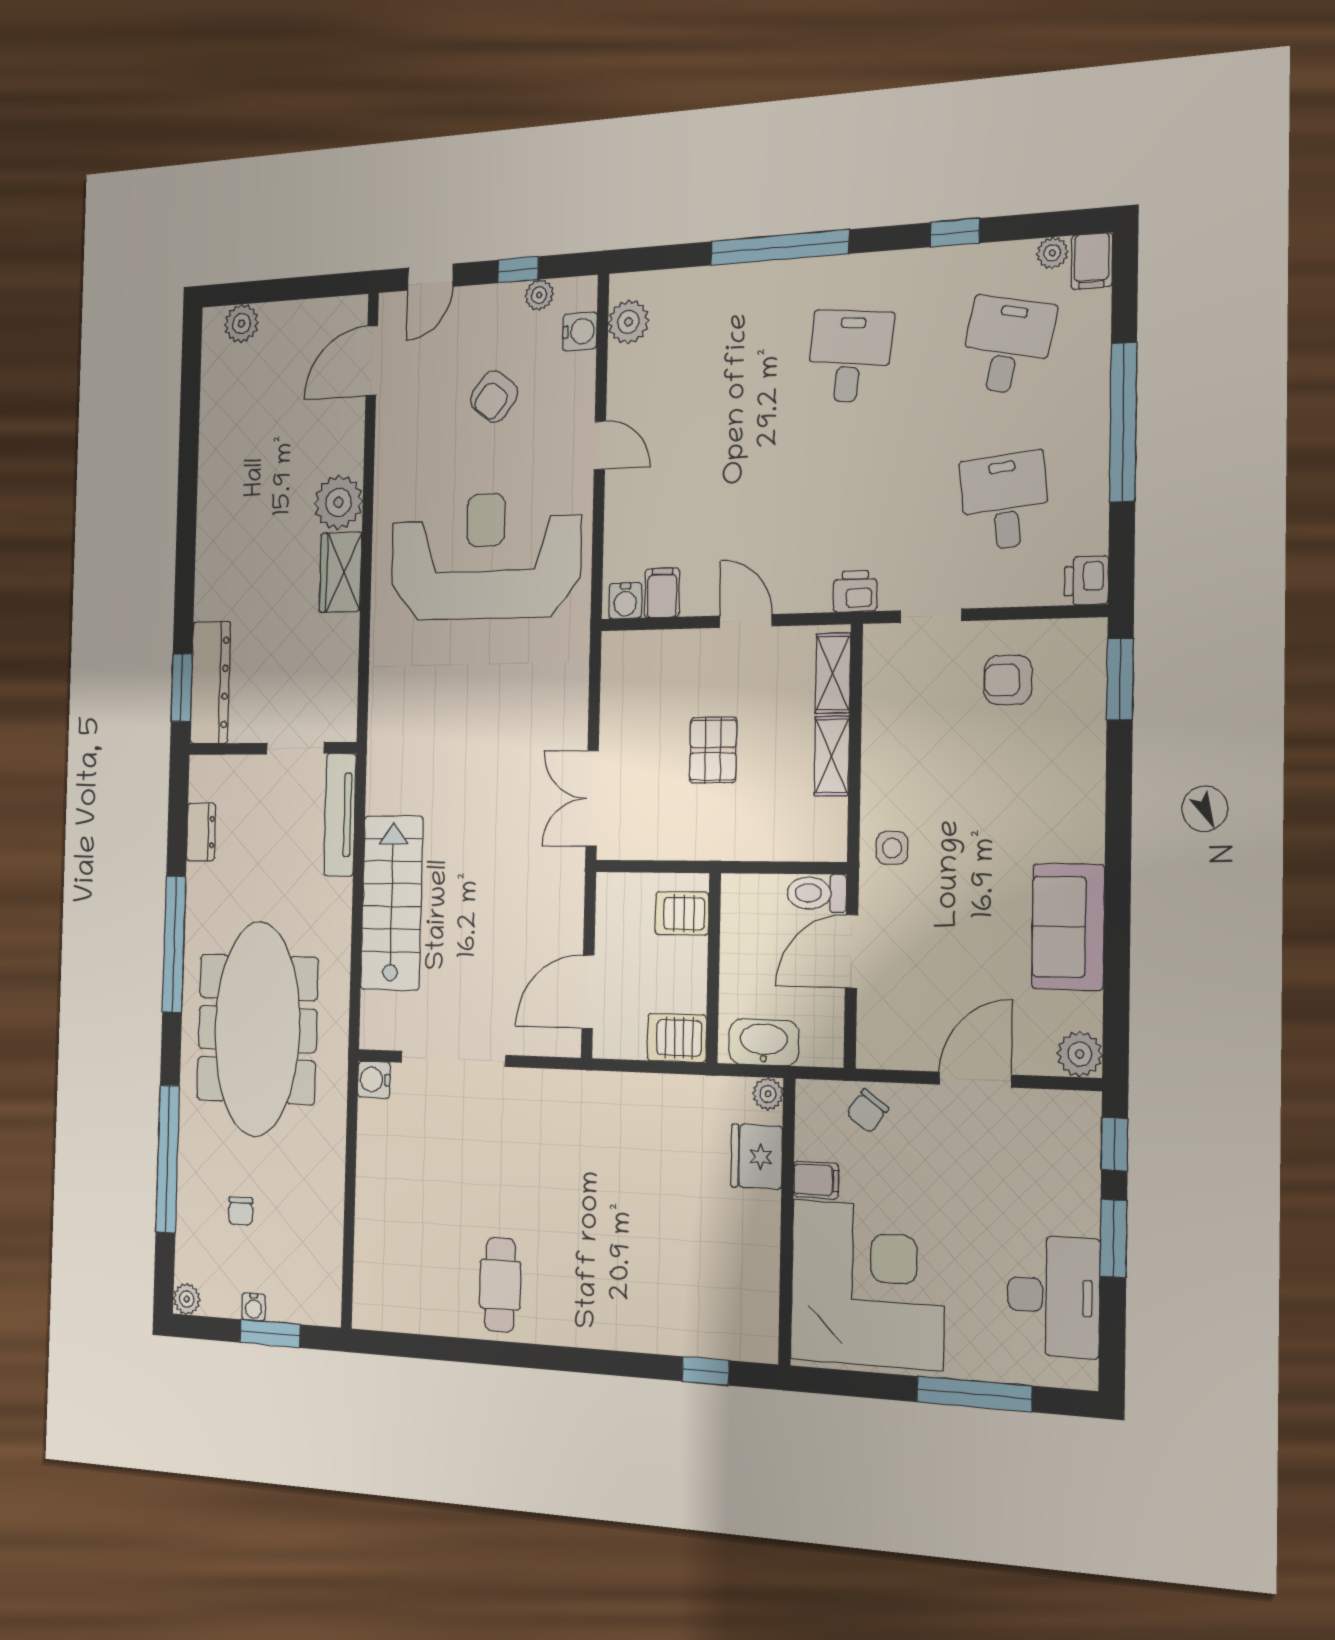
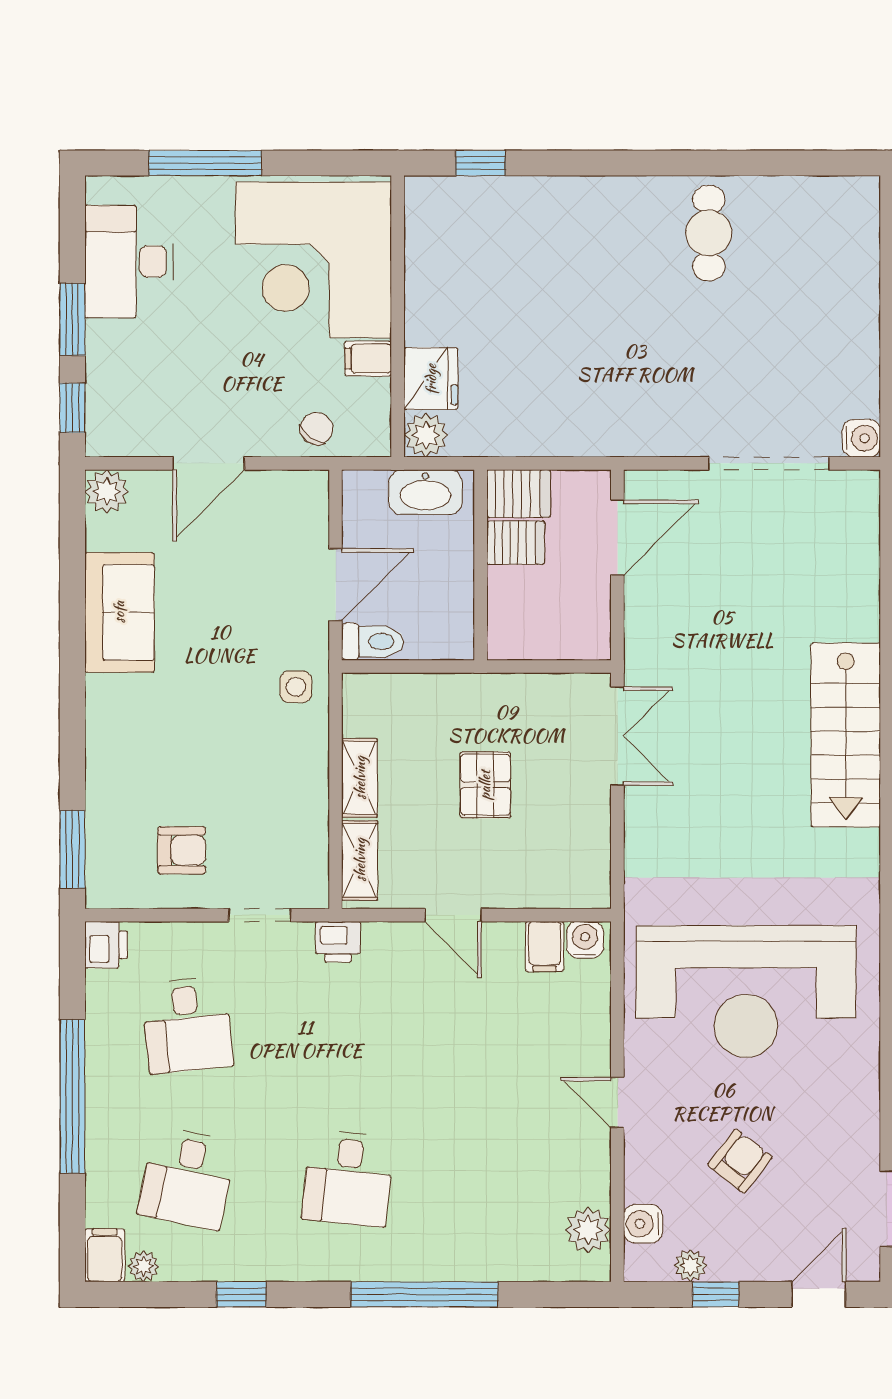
stairs: (392, 903) -> (846, 735), moved
server rack: (682, 913) -> (516, 543), moved
plant: (768, 1094) -> (426, 435), width x1.38, depth x1.38

